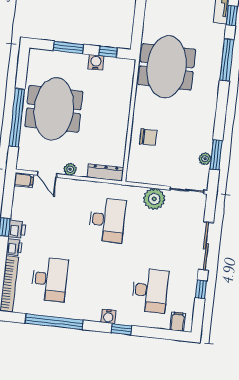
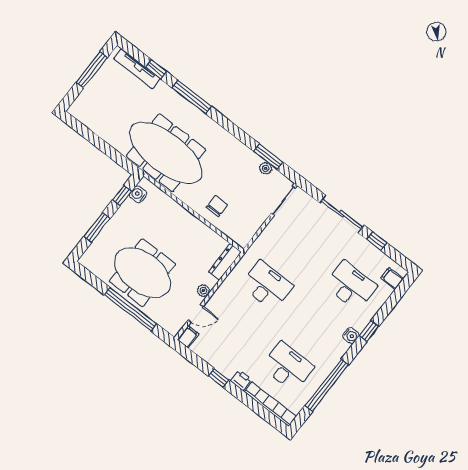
water cooler: (96, 62) -> (138, 194), moved
meeting table: (167, 67) -> (166, 153), width x1.36
plant: (154, 199) -> (274, 234), removed
printer: (17, 229) -> (227, 368), removed

